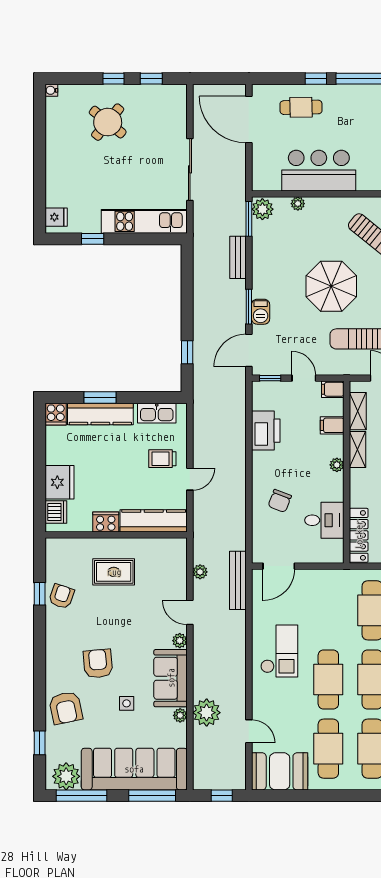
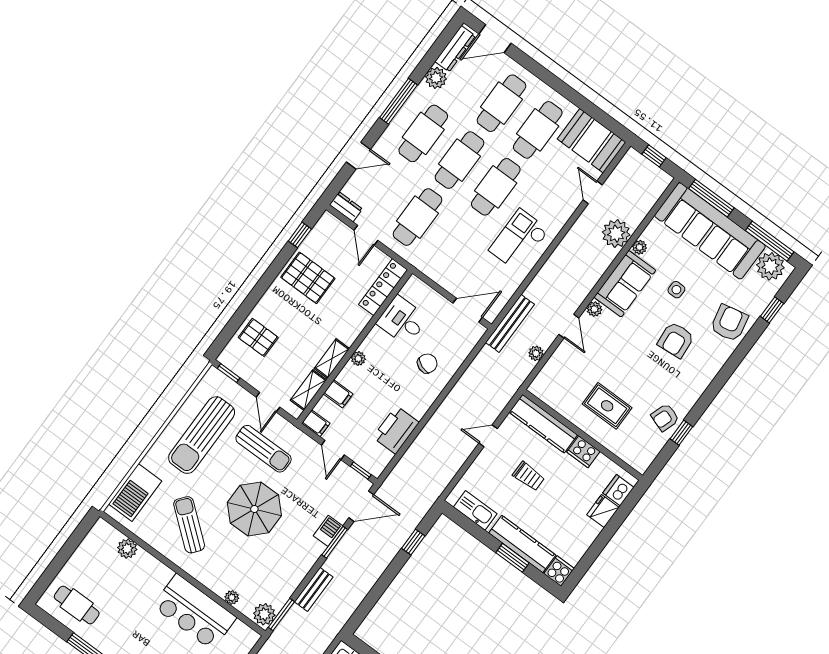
trolley: (162, 459) -> (529, 476), moved
fridge: (60, 482) -> (603, 511), width x0.73, depth x0.75

